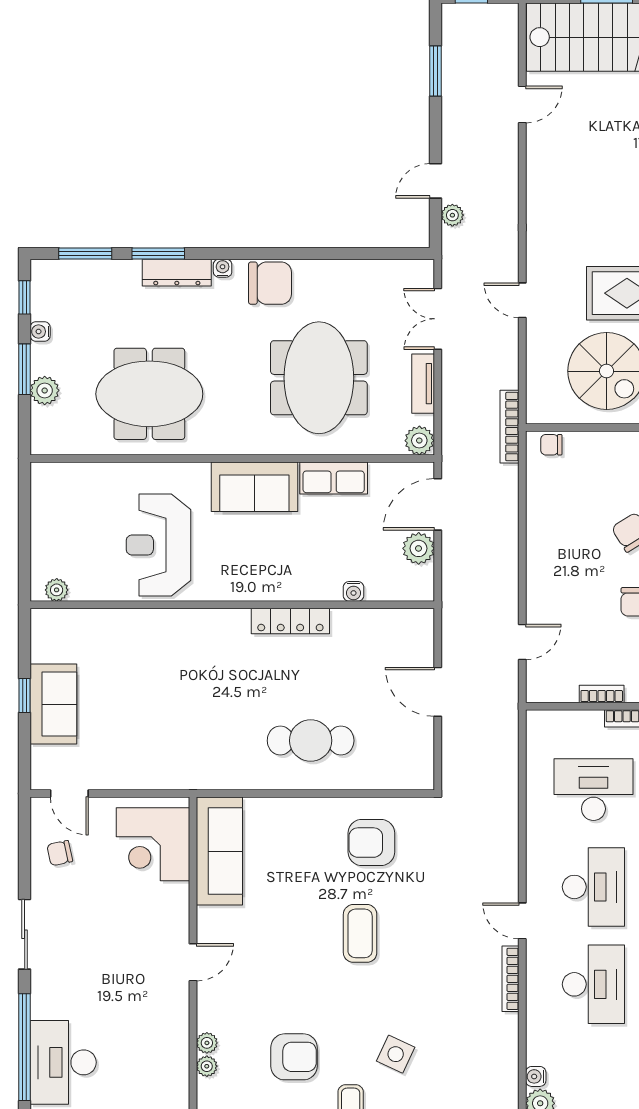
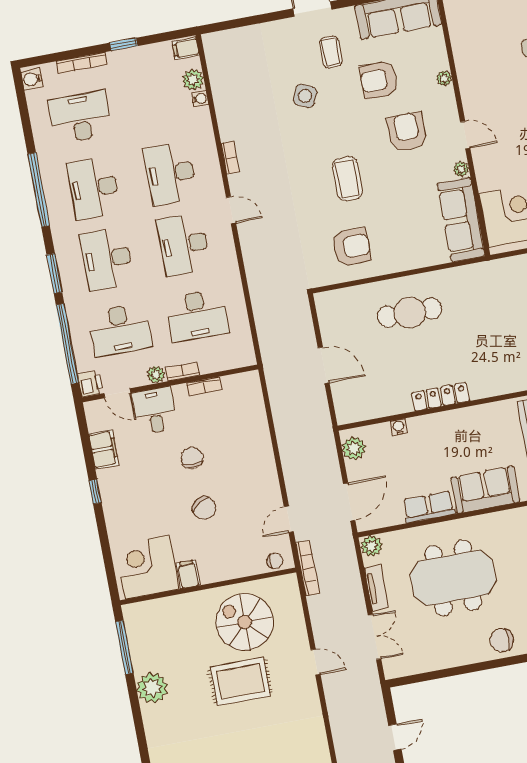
plant: (452, 215) -> (378, 715), removed
chair: (270, 283) -> (502, 640), width x0.73, depth x0.73
meeting table: (319, 378) -> (453, 578), turned 90
plant: (419, 548) -> (354, 448), moved
door: (522, 642) -> (289, 519), moved
door: (193, 962) -> (465, 135), swing flipped
bookcase: (511, 979) -> (230, 158), width x0.64
armchair: (269, 981) -> (407, 132), added
plant: (207, 1066) -> (461, 169), moved

